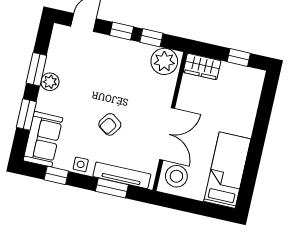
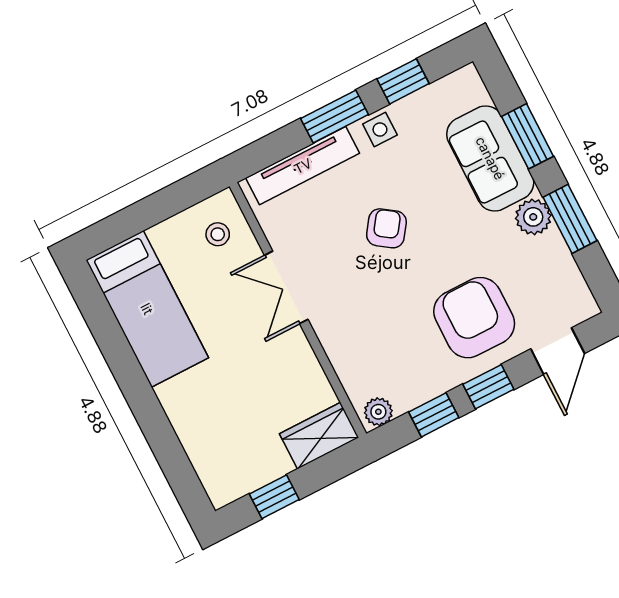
plant: (164, 61) -> (378, 412), width x0.53, depth x0.53
armchair: (105, 62) -> (474, 318), added
double door: (167, 134) -> (286, 287), width x0.73
sofa: (43, 139) -> (490, 158), moved
stool: (176, 176) -> (218, 234), width x0.53, depth x0.53
window: (112, 188) -> (335, 116), moved

